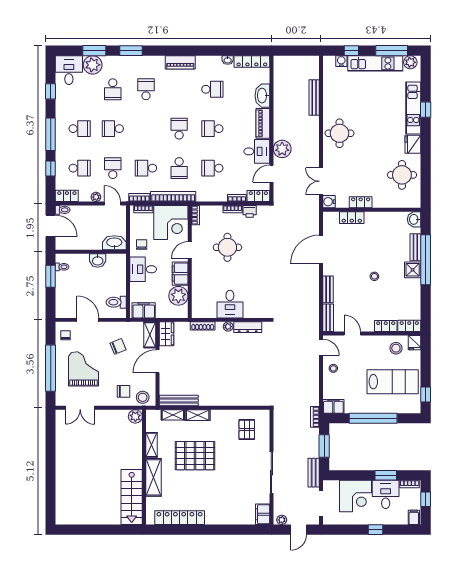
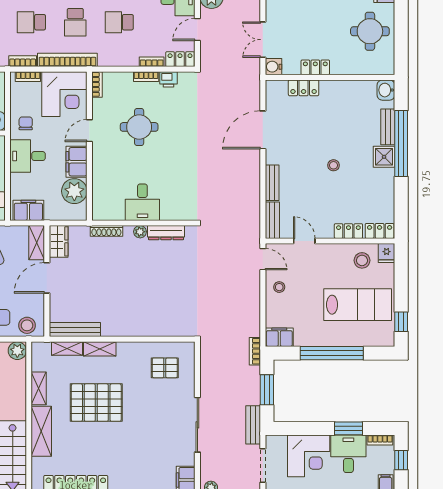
pallet: (247, 429) -> (165, 368), turned 90

